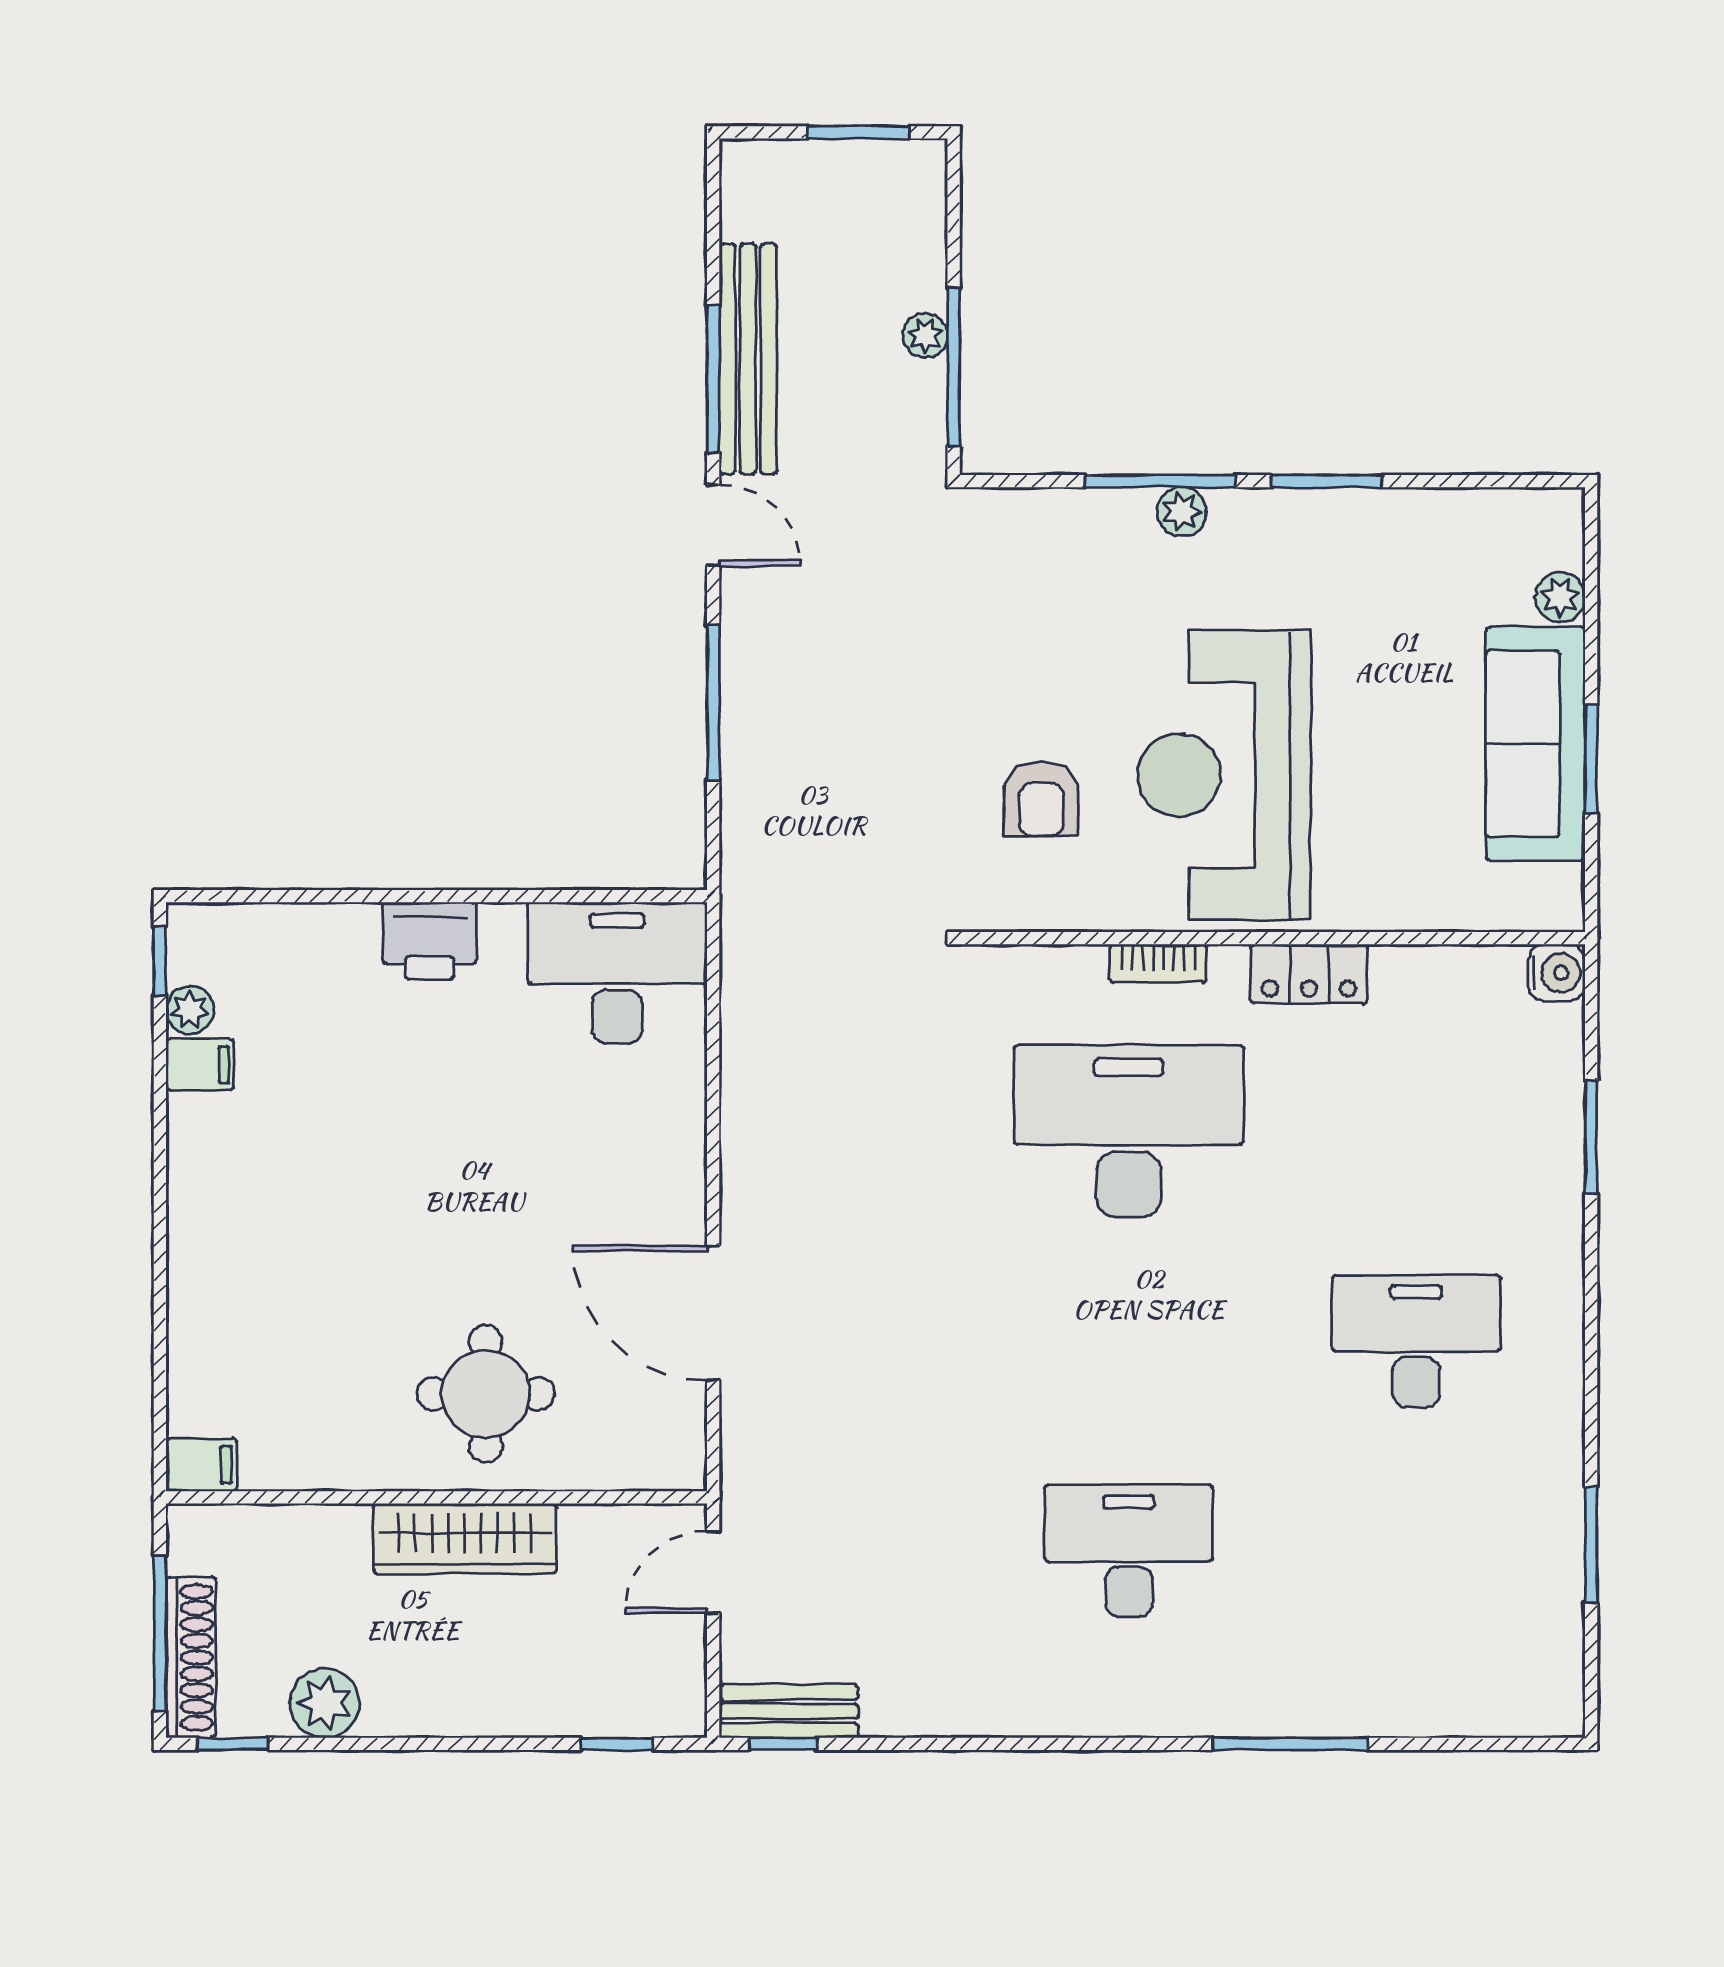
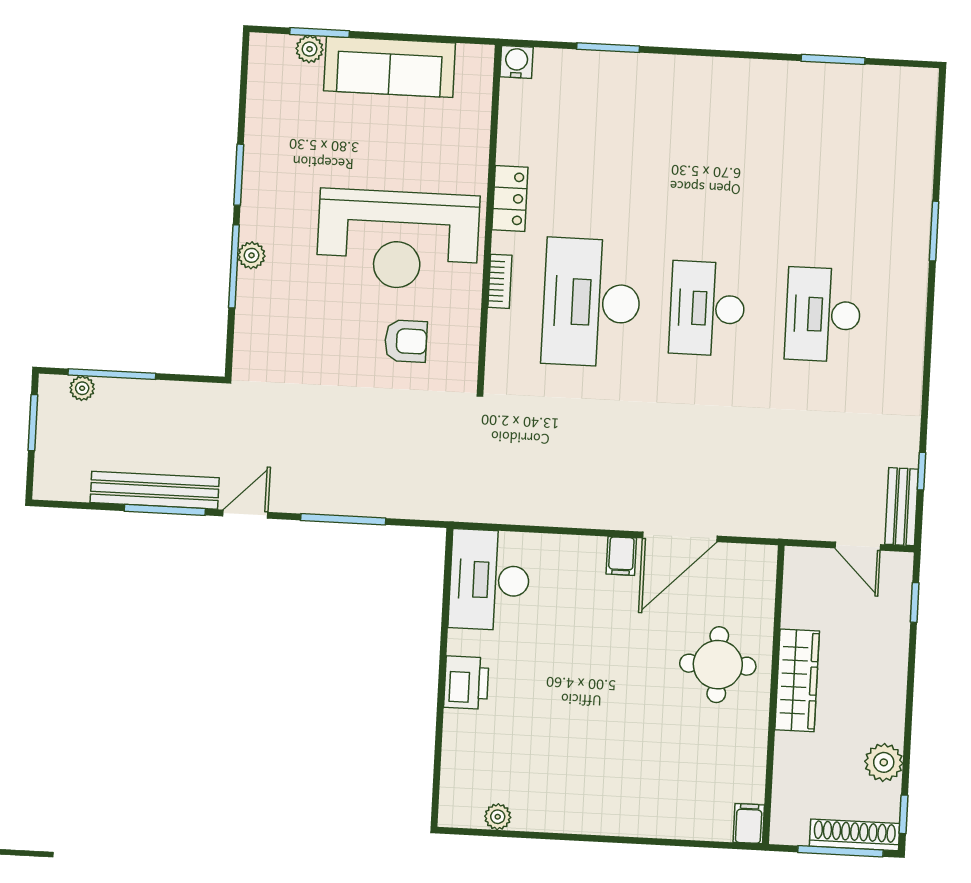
plant: (925, 335) -> (82, 388), moved
window: (954, 367) -> (112, 374), moved
window: (1591, 759) -> (320, 33), moved
window: (160, 961) -> (470, 832), removed
filing cabinet: (200, 1065) -> (621, 556), moved, turned 180
desk: (1416, 1341) -> (707, 309), moved
door: (713, 1572) -> (858, 546), moved
window: (783, 1744) -> (922, 471), moved
window: (1290, 1744) -> (934, 231), width x0.69

